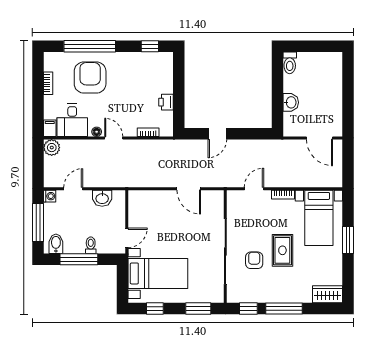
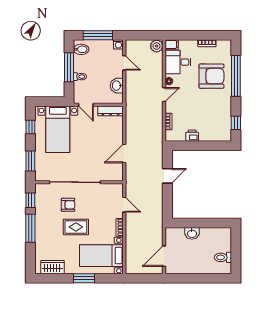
toilet: (290, 63) -> (223, 257), moved
door: (217, 134) -> (167, 176), swing flipped
dresser: (134, 206) -> (111, 111), added
wardrobe: (327, 294) -> (52, 267), moved, turned -90

